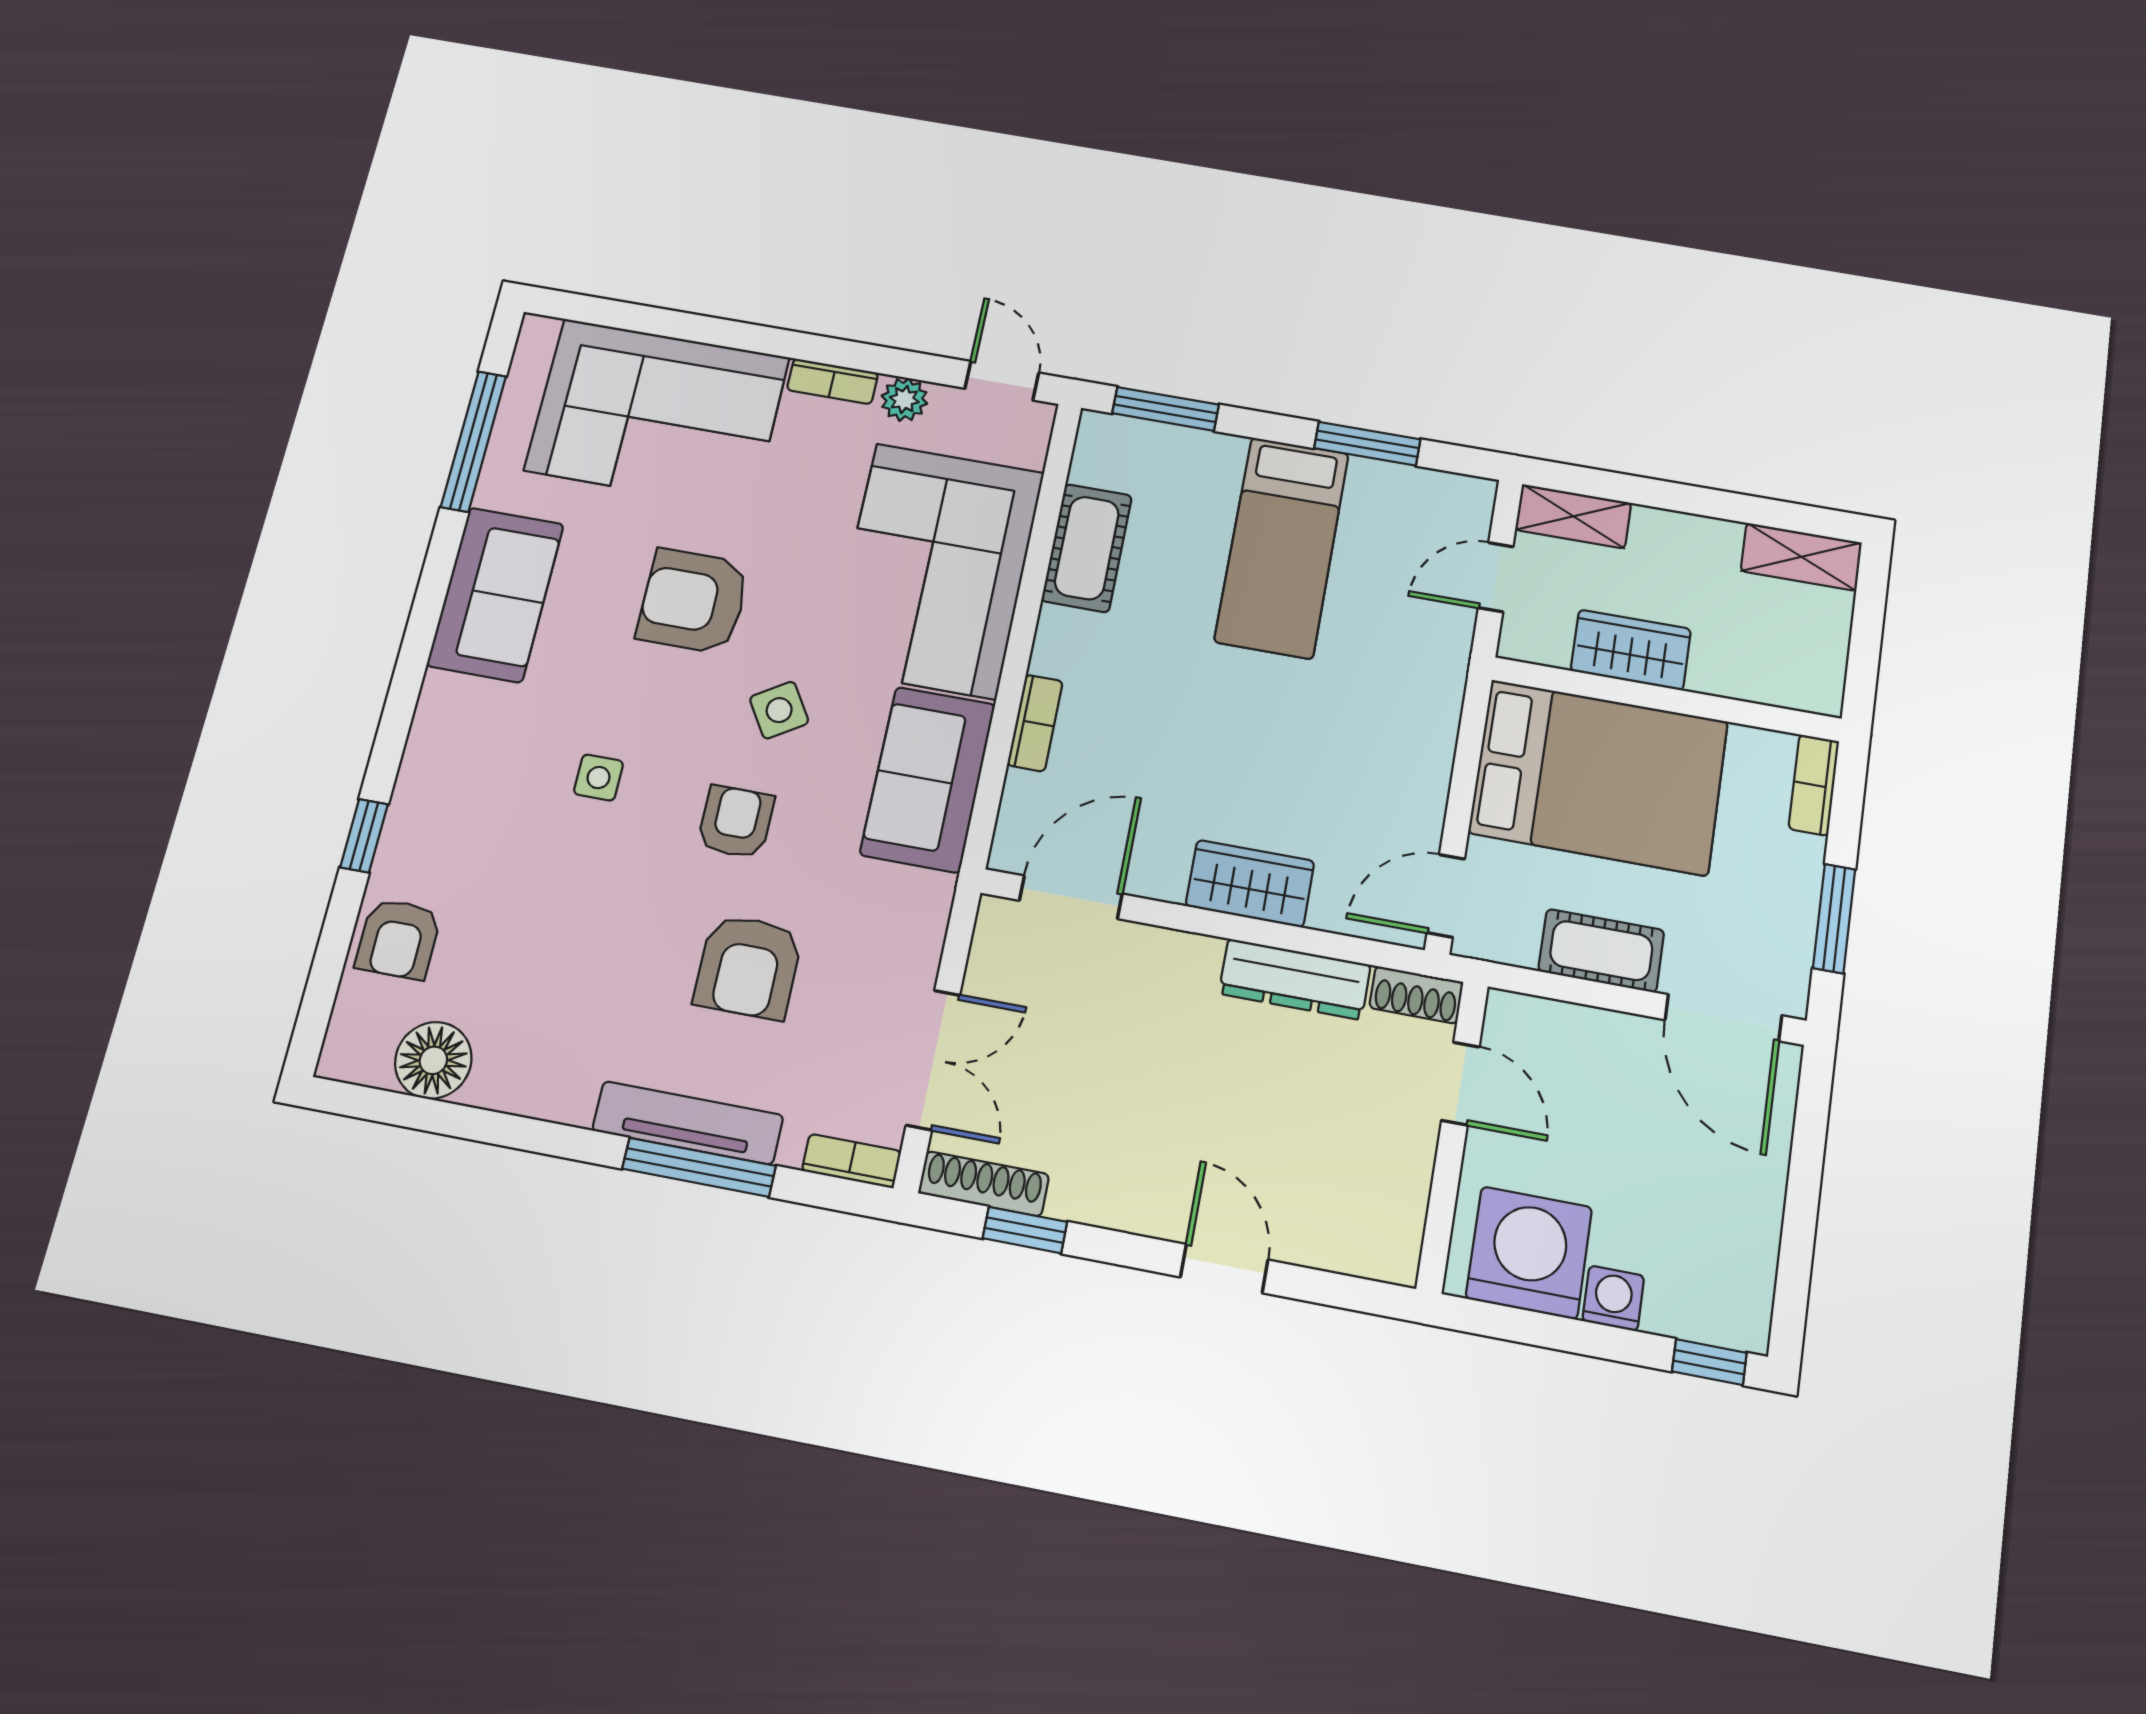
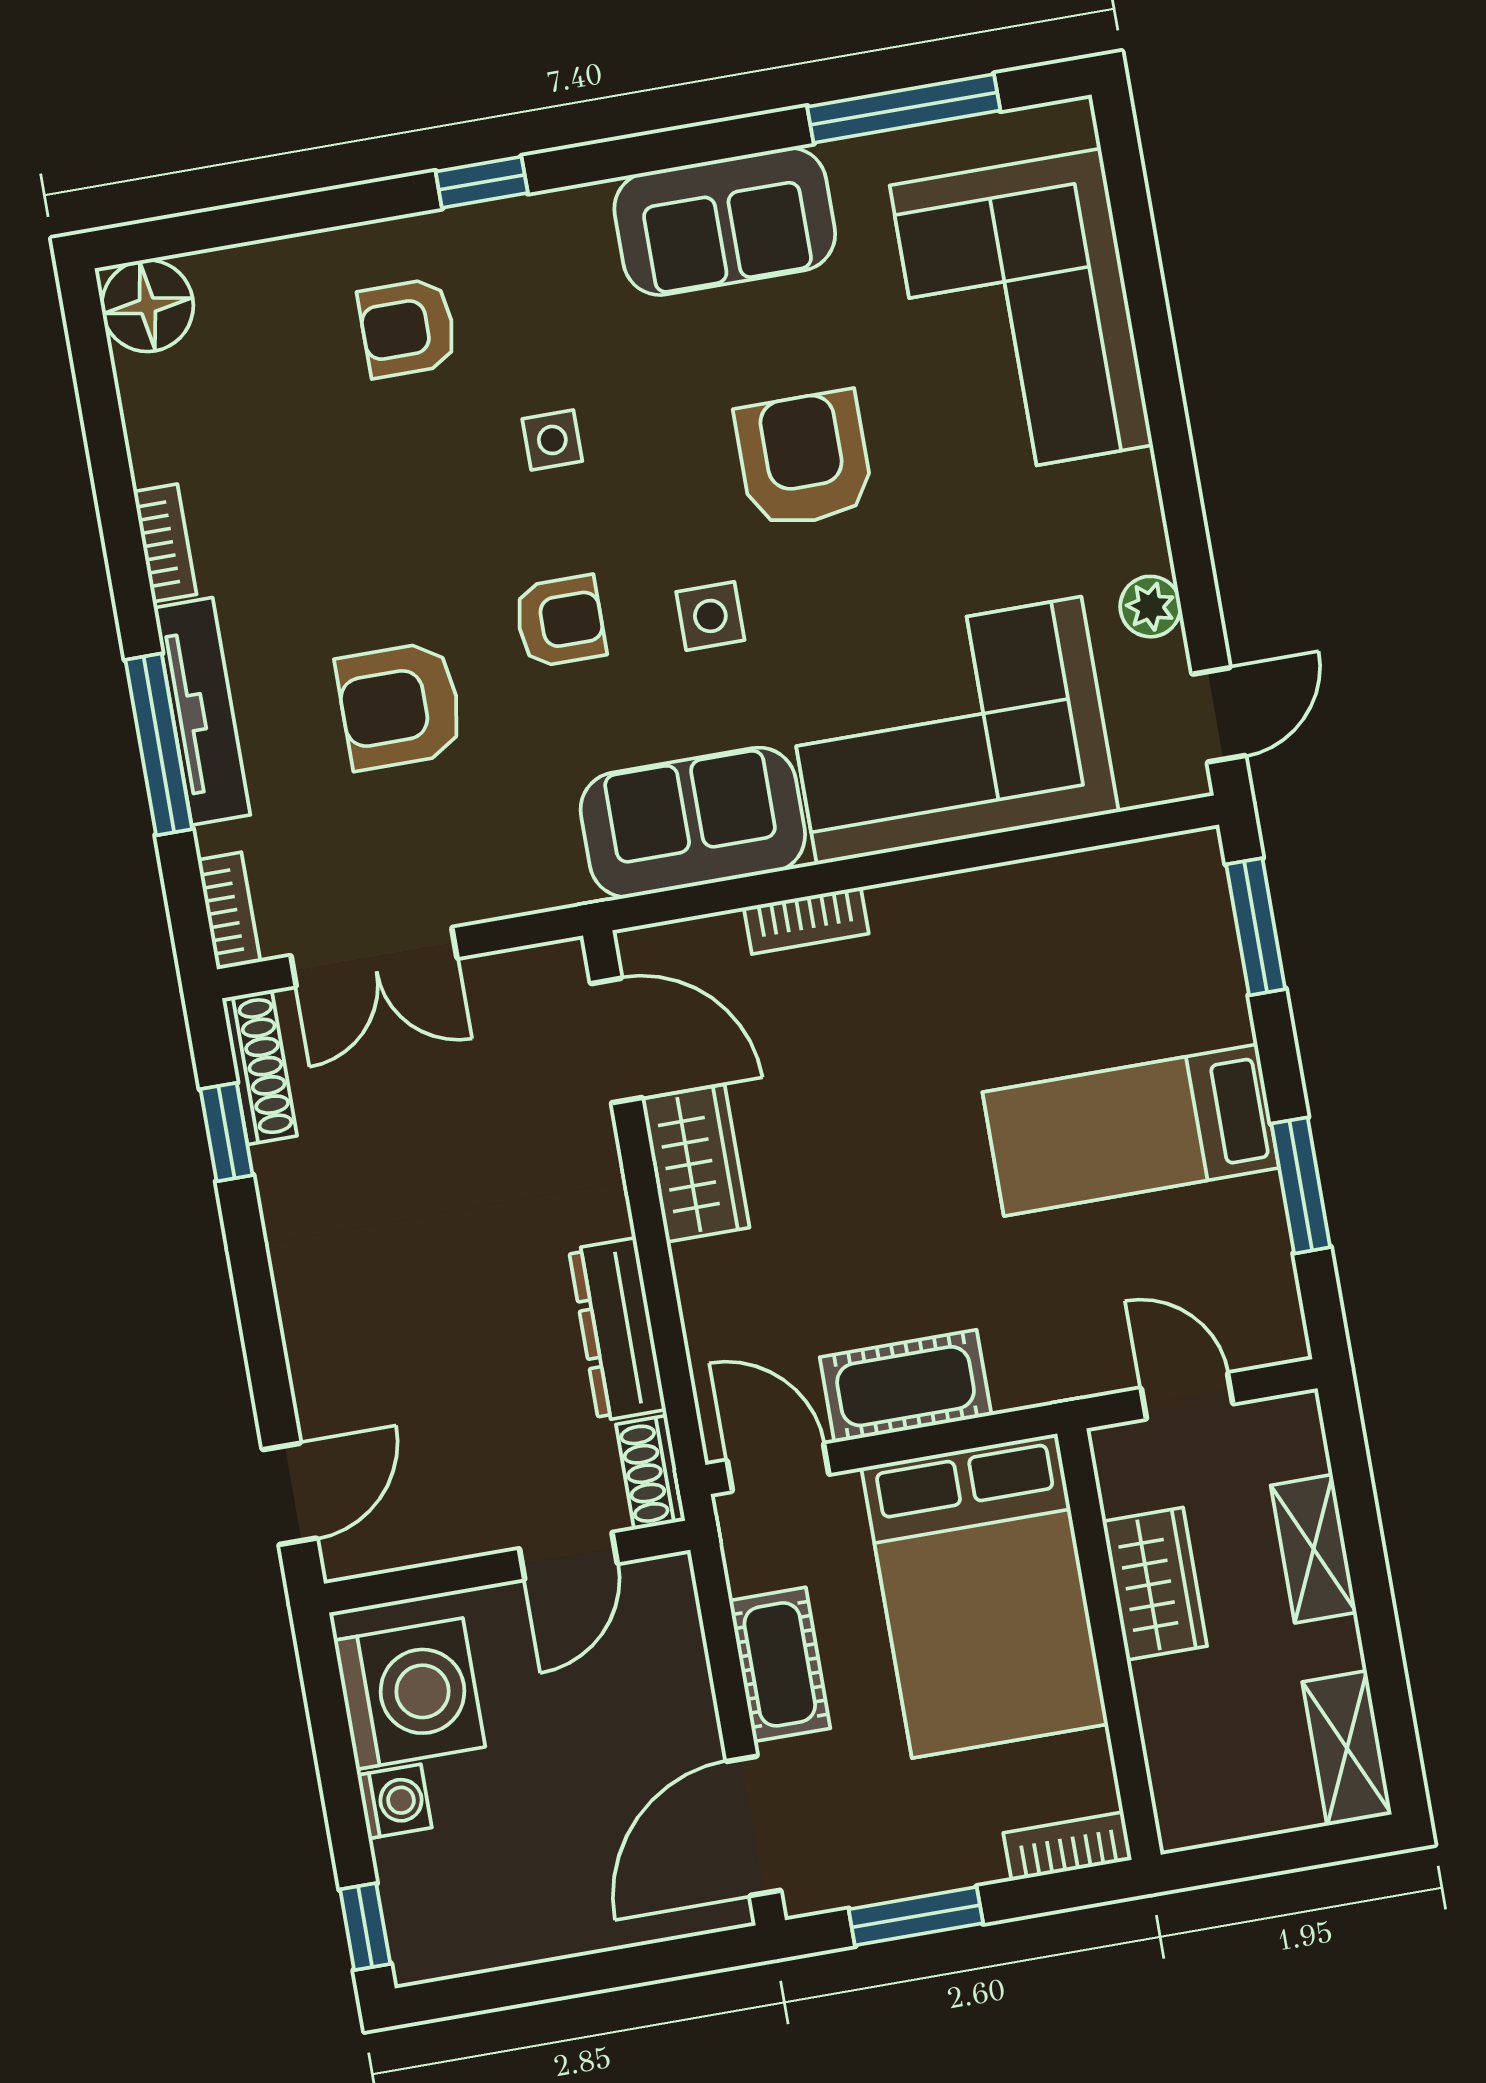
bookcase: (832, 381) -> (165, 543), moved, turned 180
shelving: (1573, 516) -> (1314, 1549), moved
cot: (1087, 548) -> (906, 1386), moved
side table: (779, 710) -> (710, 616), turned 32
window: (364, 836) -> (482, 182), moved
wardrobe: (1250, 884) -> (696, 1163), moved
armchair: (398, 939) -> (408, 328), moved
floor lamp: (433, 1060) -> (147, 306), moved
door: (1224, 1269) -> (290, 1494), moved

